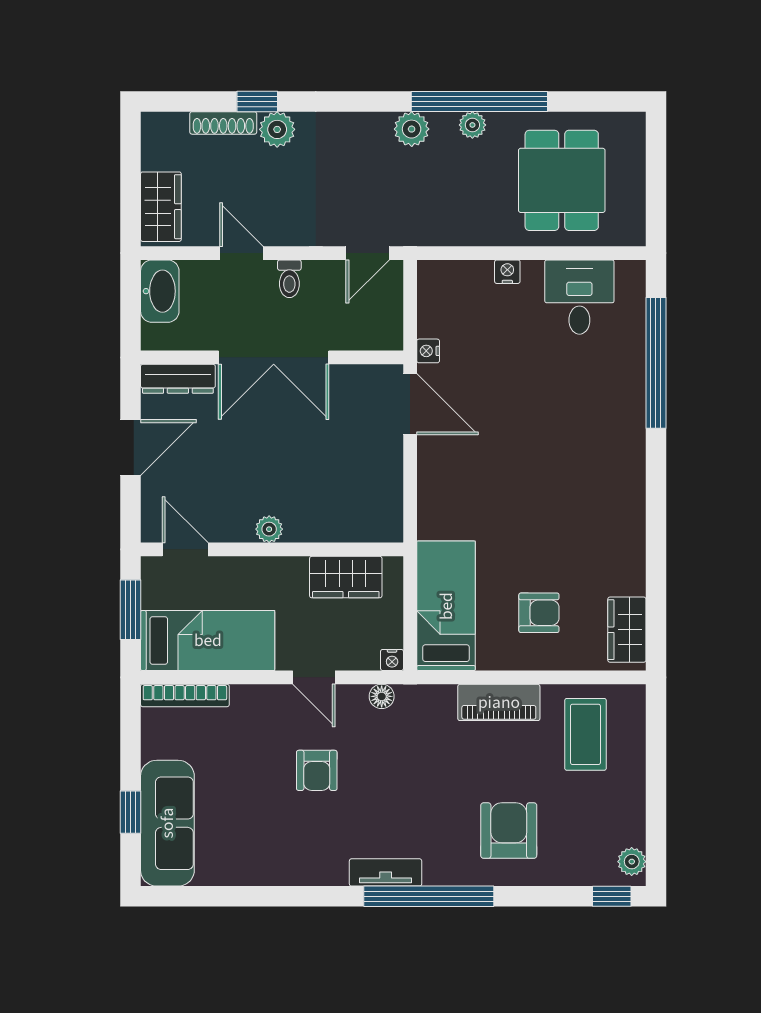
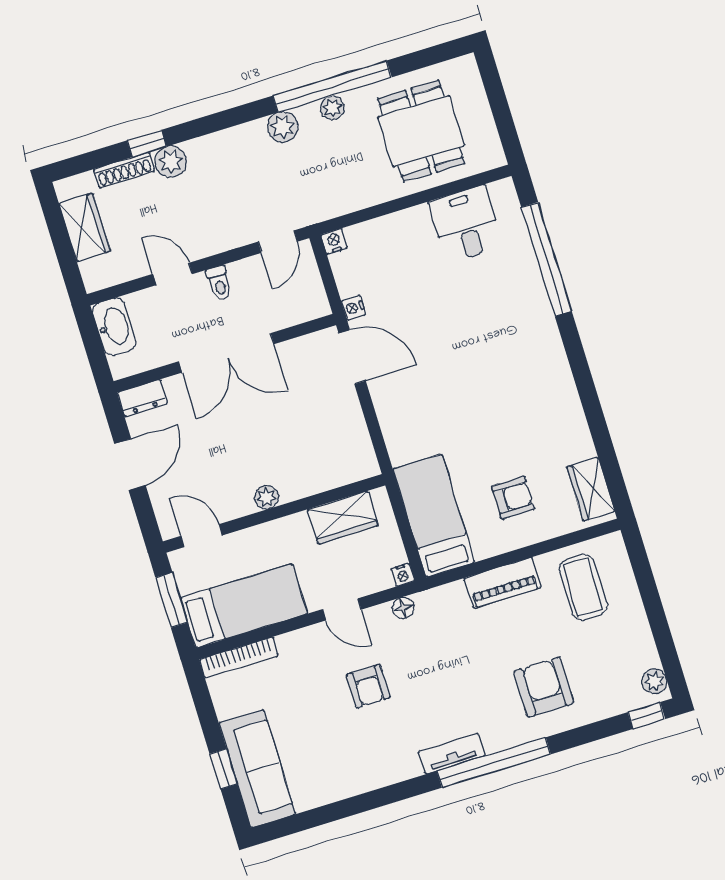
wardrobe: (161, 207) -> (85, 227), moved
nightstand: (507, 272) -> (334, 241), moved
dresser: (178, 379) -> (142, 398), width x0.70

